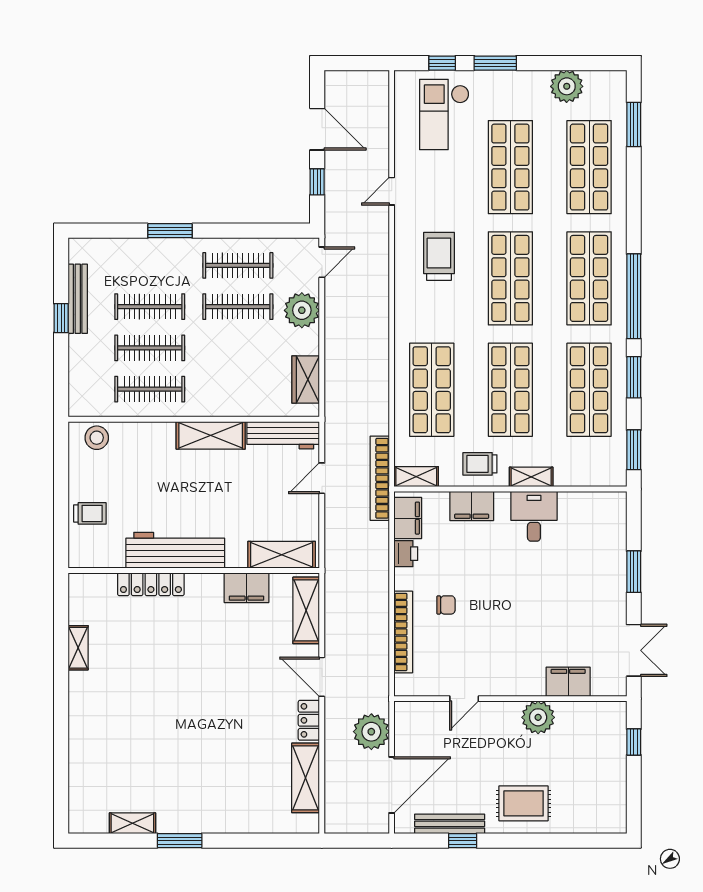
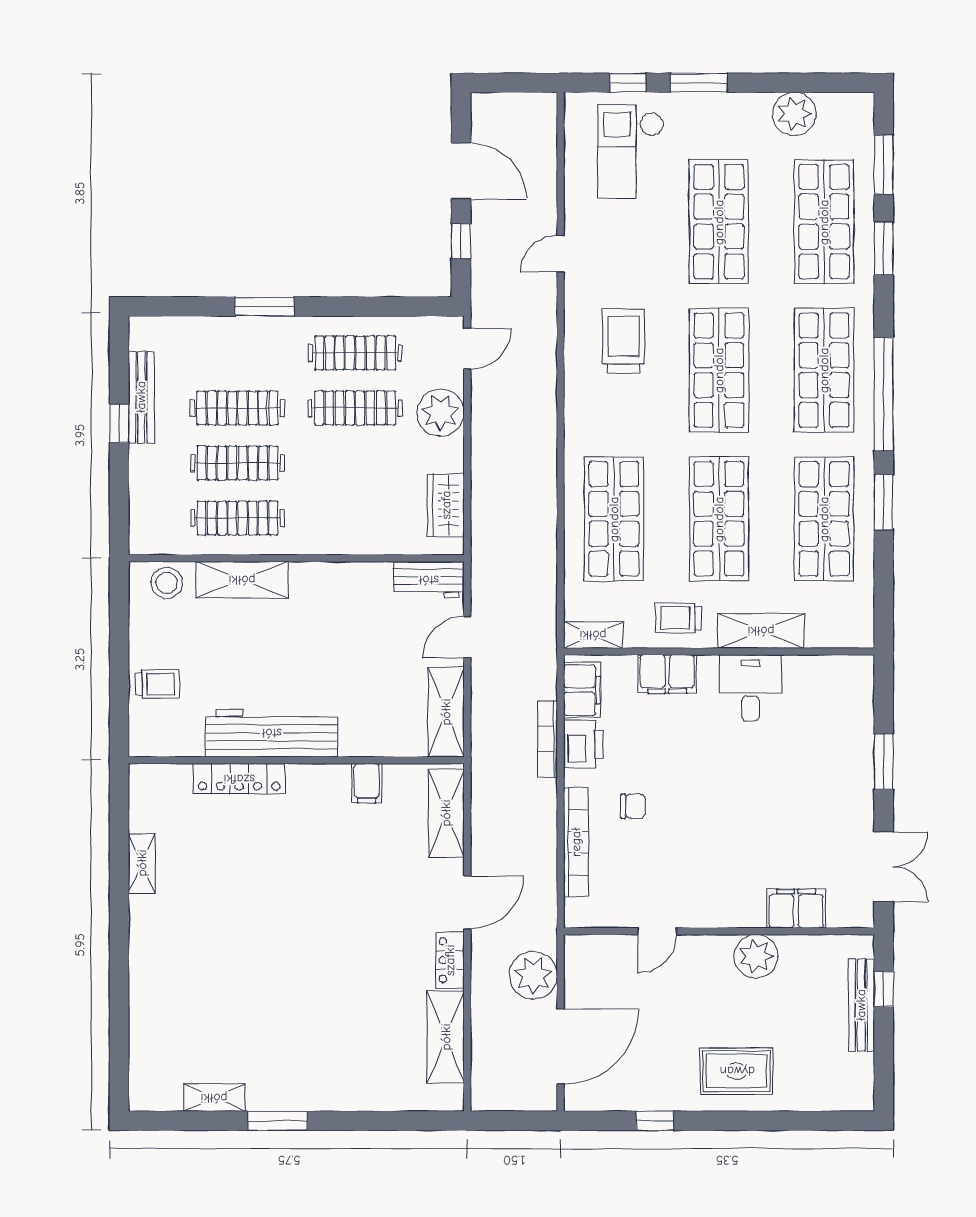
shelving: (211, 435) -> (242, 580), moved
workbench: (283, 435) -> (429, 580), width x0.73
window: (634, 450) -> (884, 249), moved
shelving: (531, 477) -> (761, 631), width x1.50, depth x1.33
bookcase: (380, 478) -> (548, 739), moved, width x0.68, depth x0.76
printer: (406, 554) -> (583, 744), width x1.36, depth x1.24
shelving: (282, 555) -> (446, 712), moved, turned 90
filing cabinet: (246, 588) -> (367, 783), width x0.50
door: (322, 677) -> (467, 902), swing flipped
bench: (450, 824) -> (861, 1005), moved, turned 90

